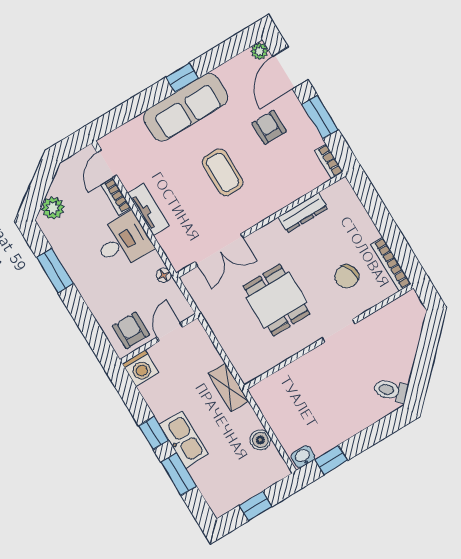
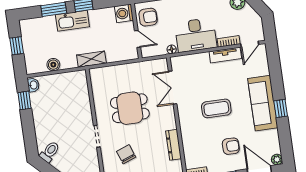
door: (107, 164) -> (250, 44), swing flipped
tv unit: (148, 209) -> (225, 55), moved
desk: (123, 242) -> (196, 35), width x1.37

